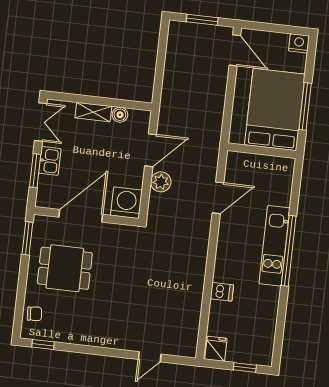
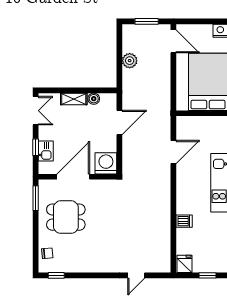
kitchen sink: (50, 161) -> (46, 151), moved
window: (35, 171) -> (36, 147), width x0.67
plant: (161, 182) -> (130, 61), moved

